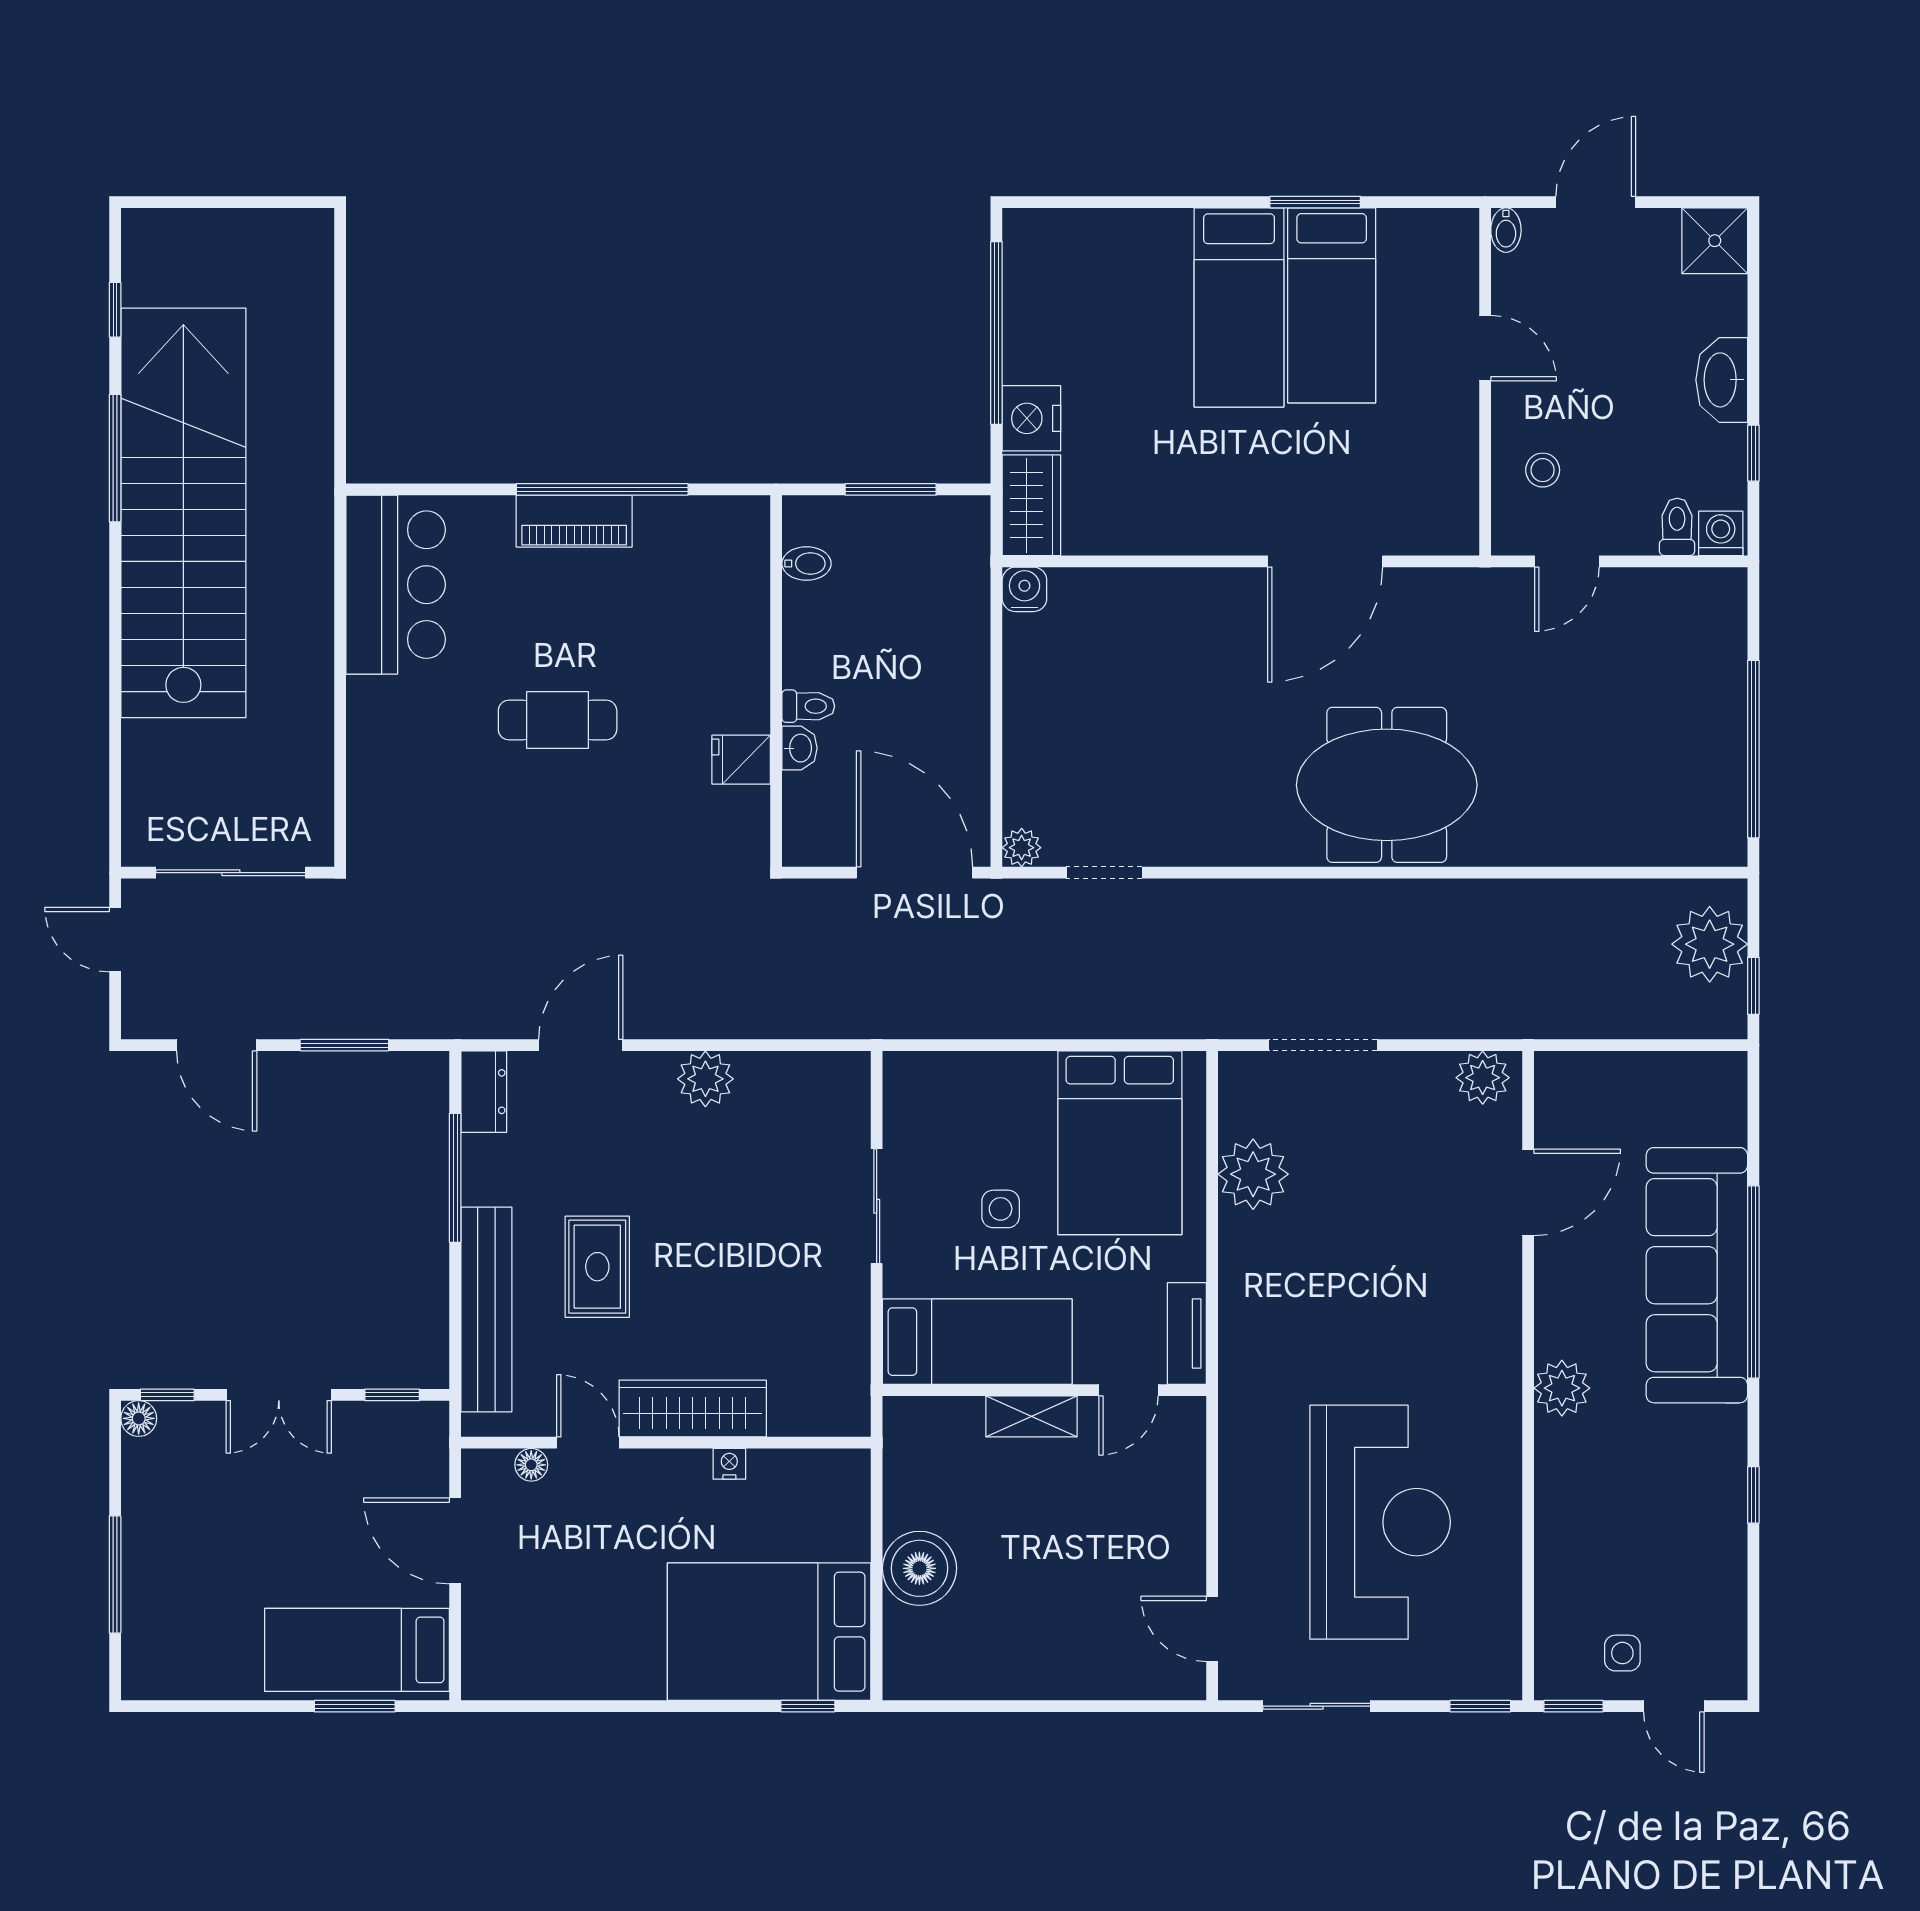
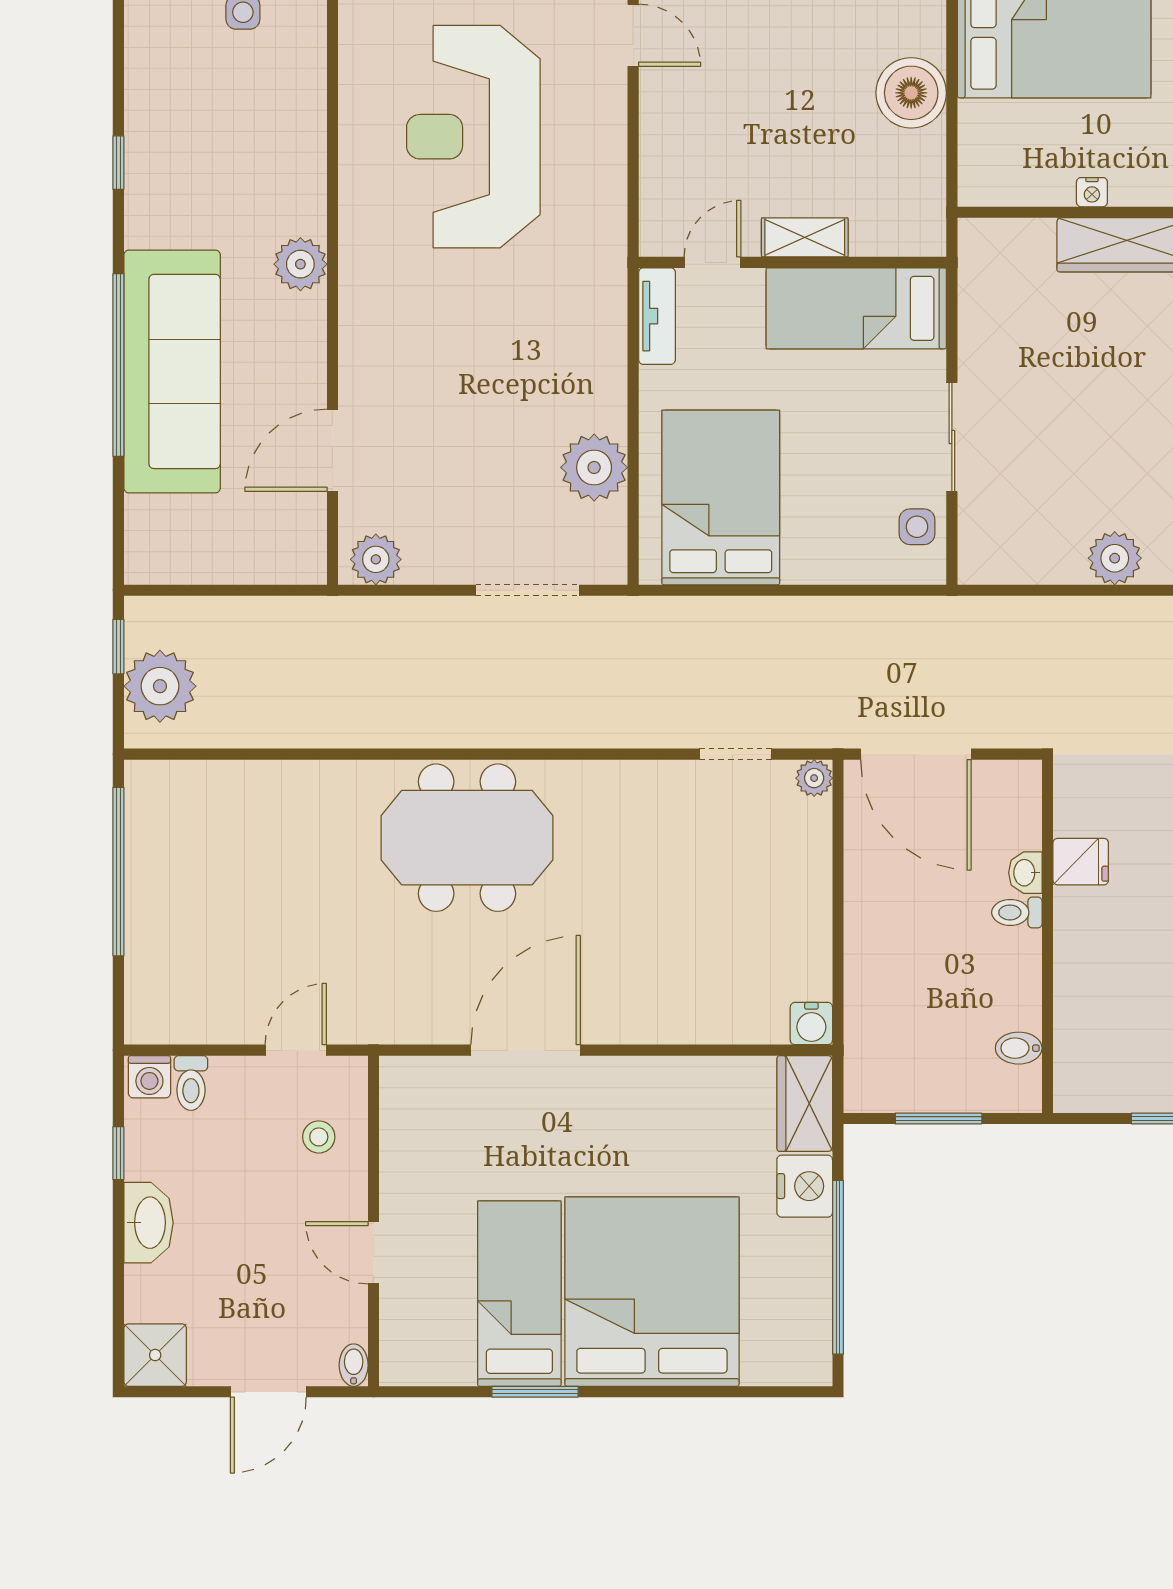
bed: (1239, 307) -> (652, 1292), width x2.04
side table: (1001, 1209) -> (917, 527), moved

